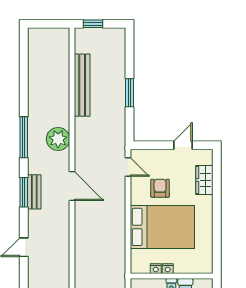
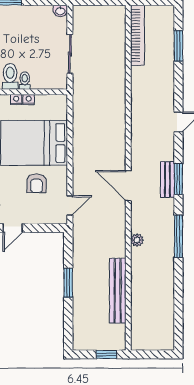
plant: (58, 139) -> (137, 240), width x0.53, depth x0.53
door: (128, 167) -> (70, 205), swing flipped
nightstand: (156, 269) -> (16, 100), moved

